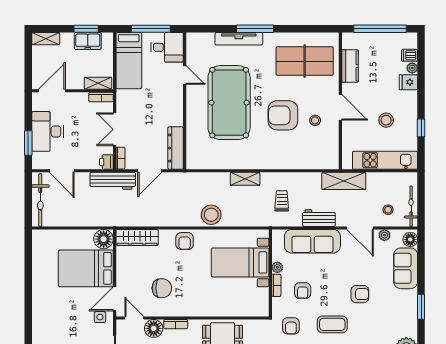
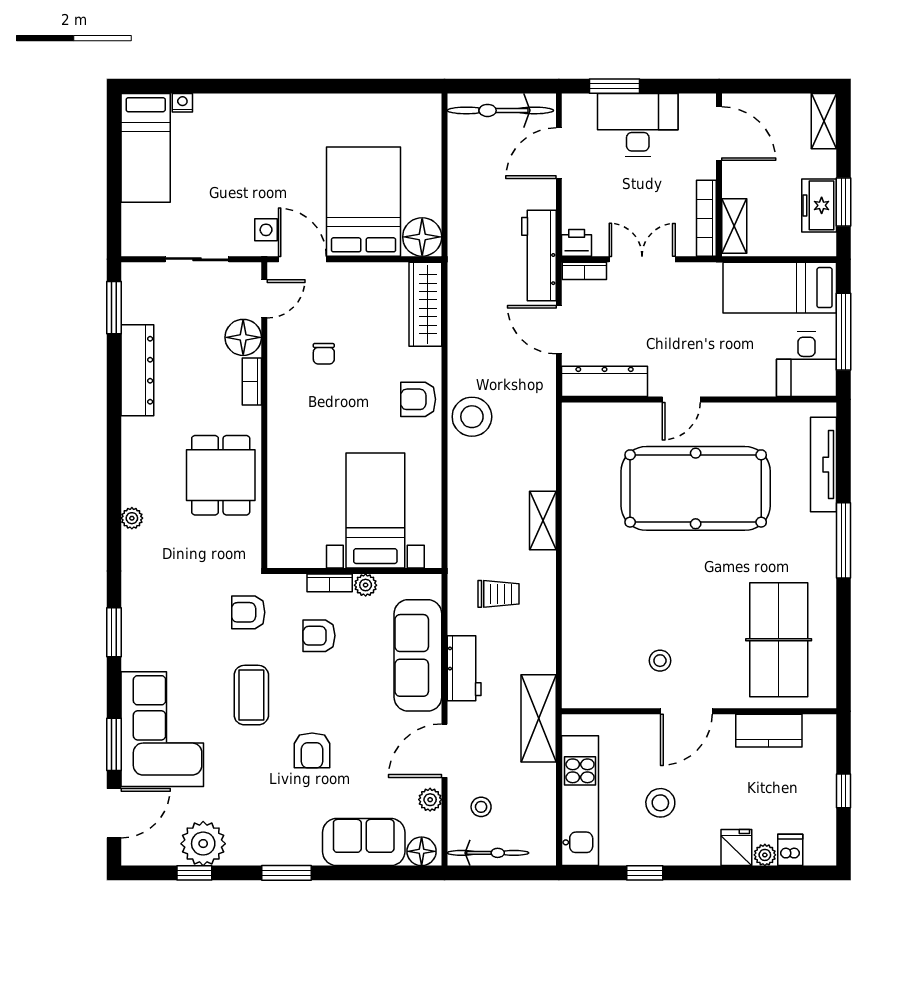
window: (380, 29) -> (844, 791), width x0.32
tv unit: (239, 39) -> (824, 465), moved
door: (185, 75) -> (681, 399), moved
bookcase: (101, 97) -> (706, 218), width x1.56
armchair: (283, 115) -> (670, 596), removed
stool: (211, 215) -> (472, 417), moved
chair: (162, 288) -> (324, 354), width x0.54, depth x0.54

